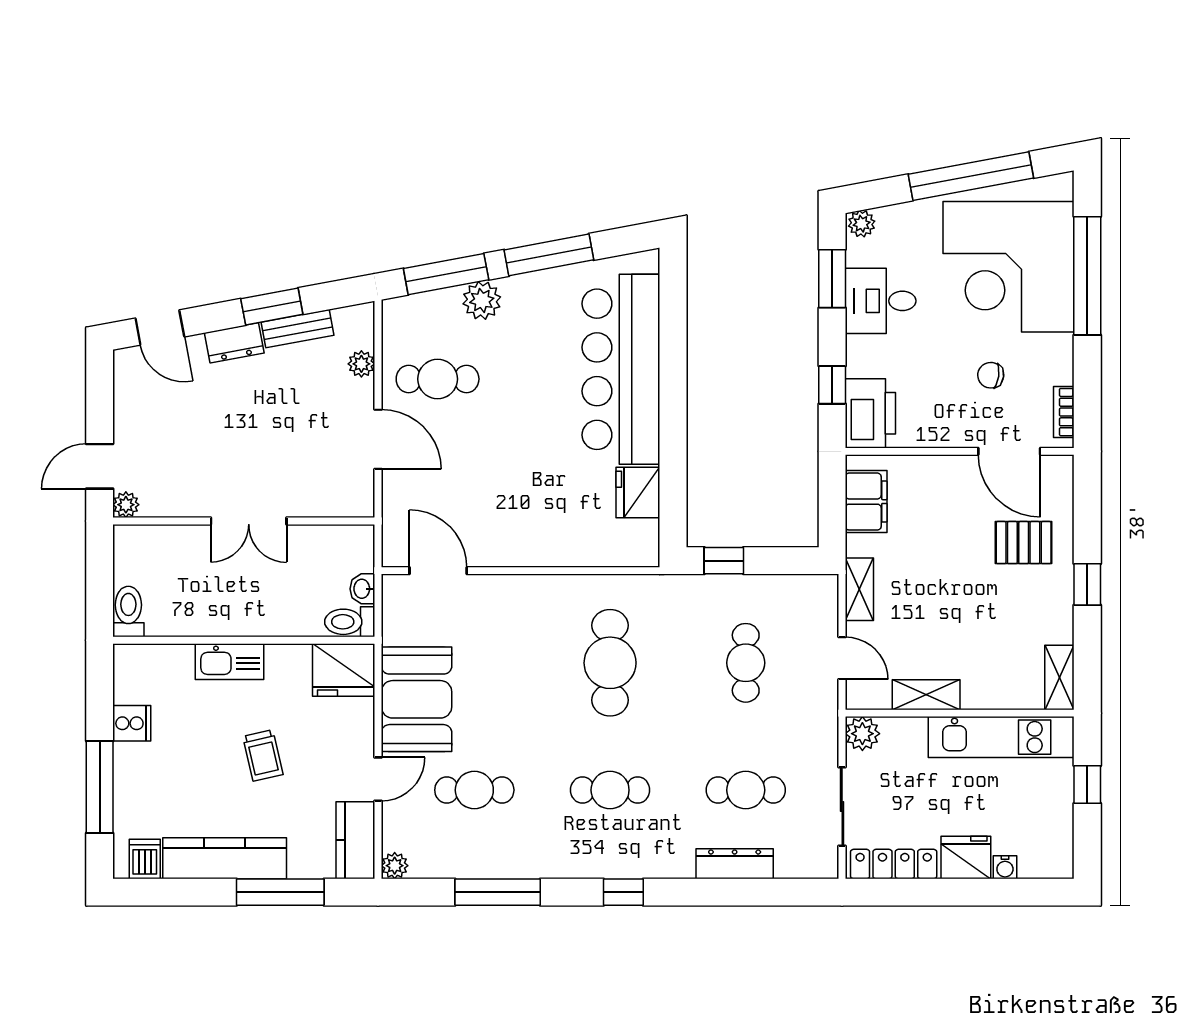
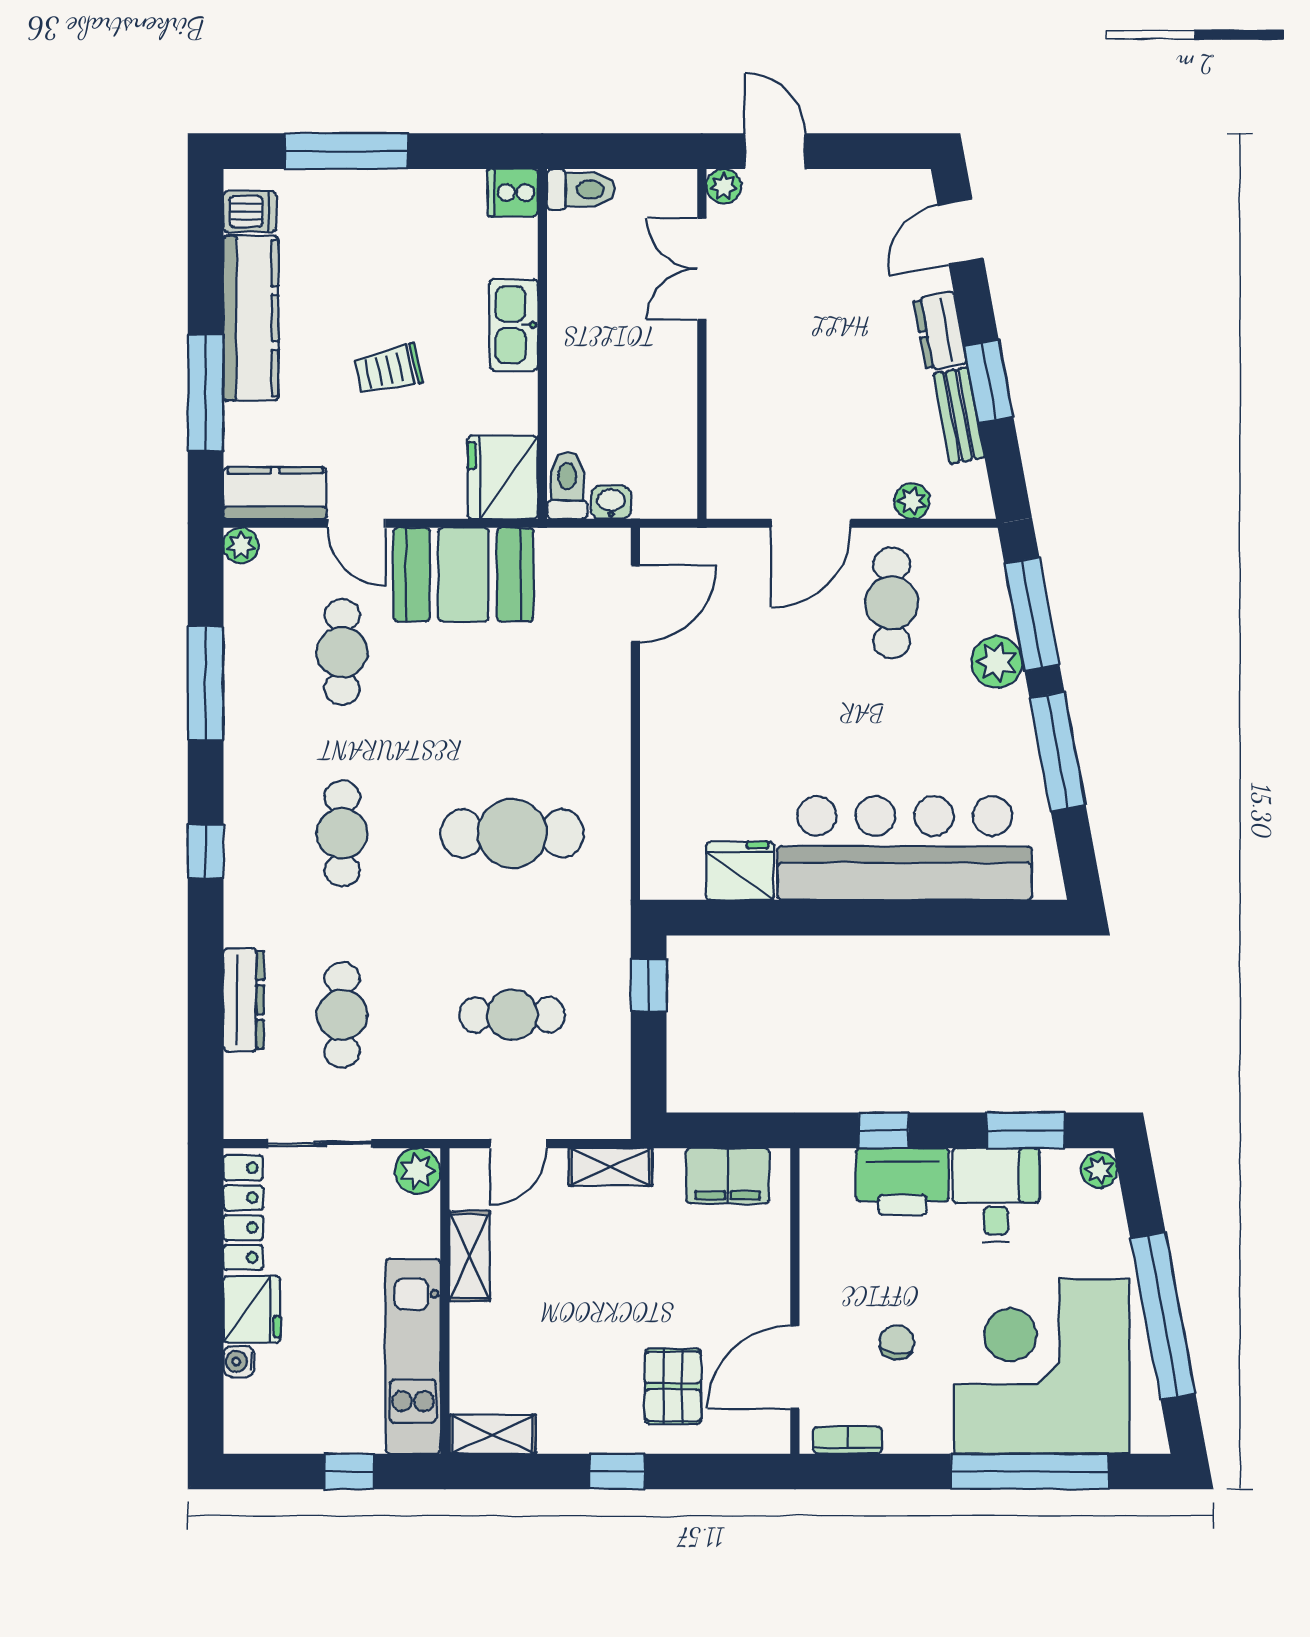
printer: (870, 413) -> (902, 1181), moved
double door: (249, 521) -> (702, 269), moved
cooker: (132, 723) -> (513, 193), moved, turned 90

